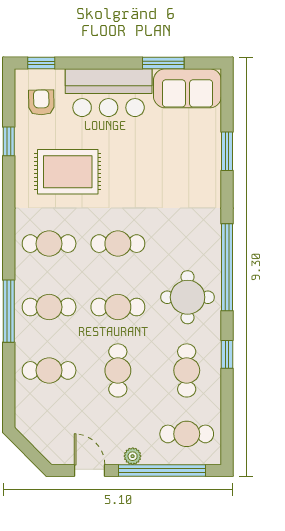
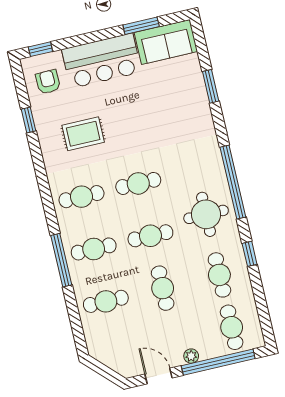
rug: (68, 172) -> (83, 134), width x0.73, depth x0.70
cafe table: (187, 434) -> (232, 327), turned 90

